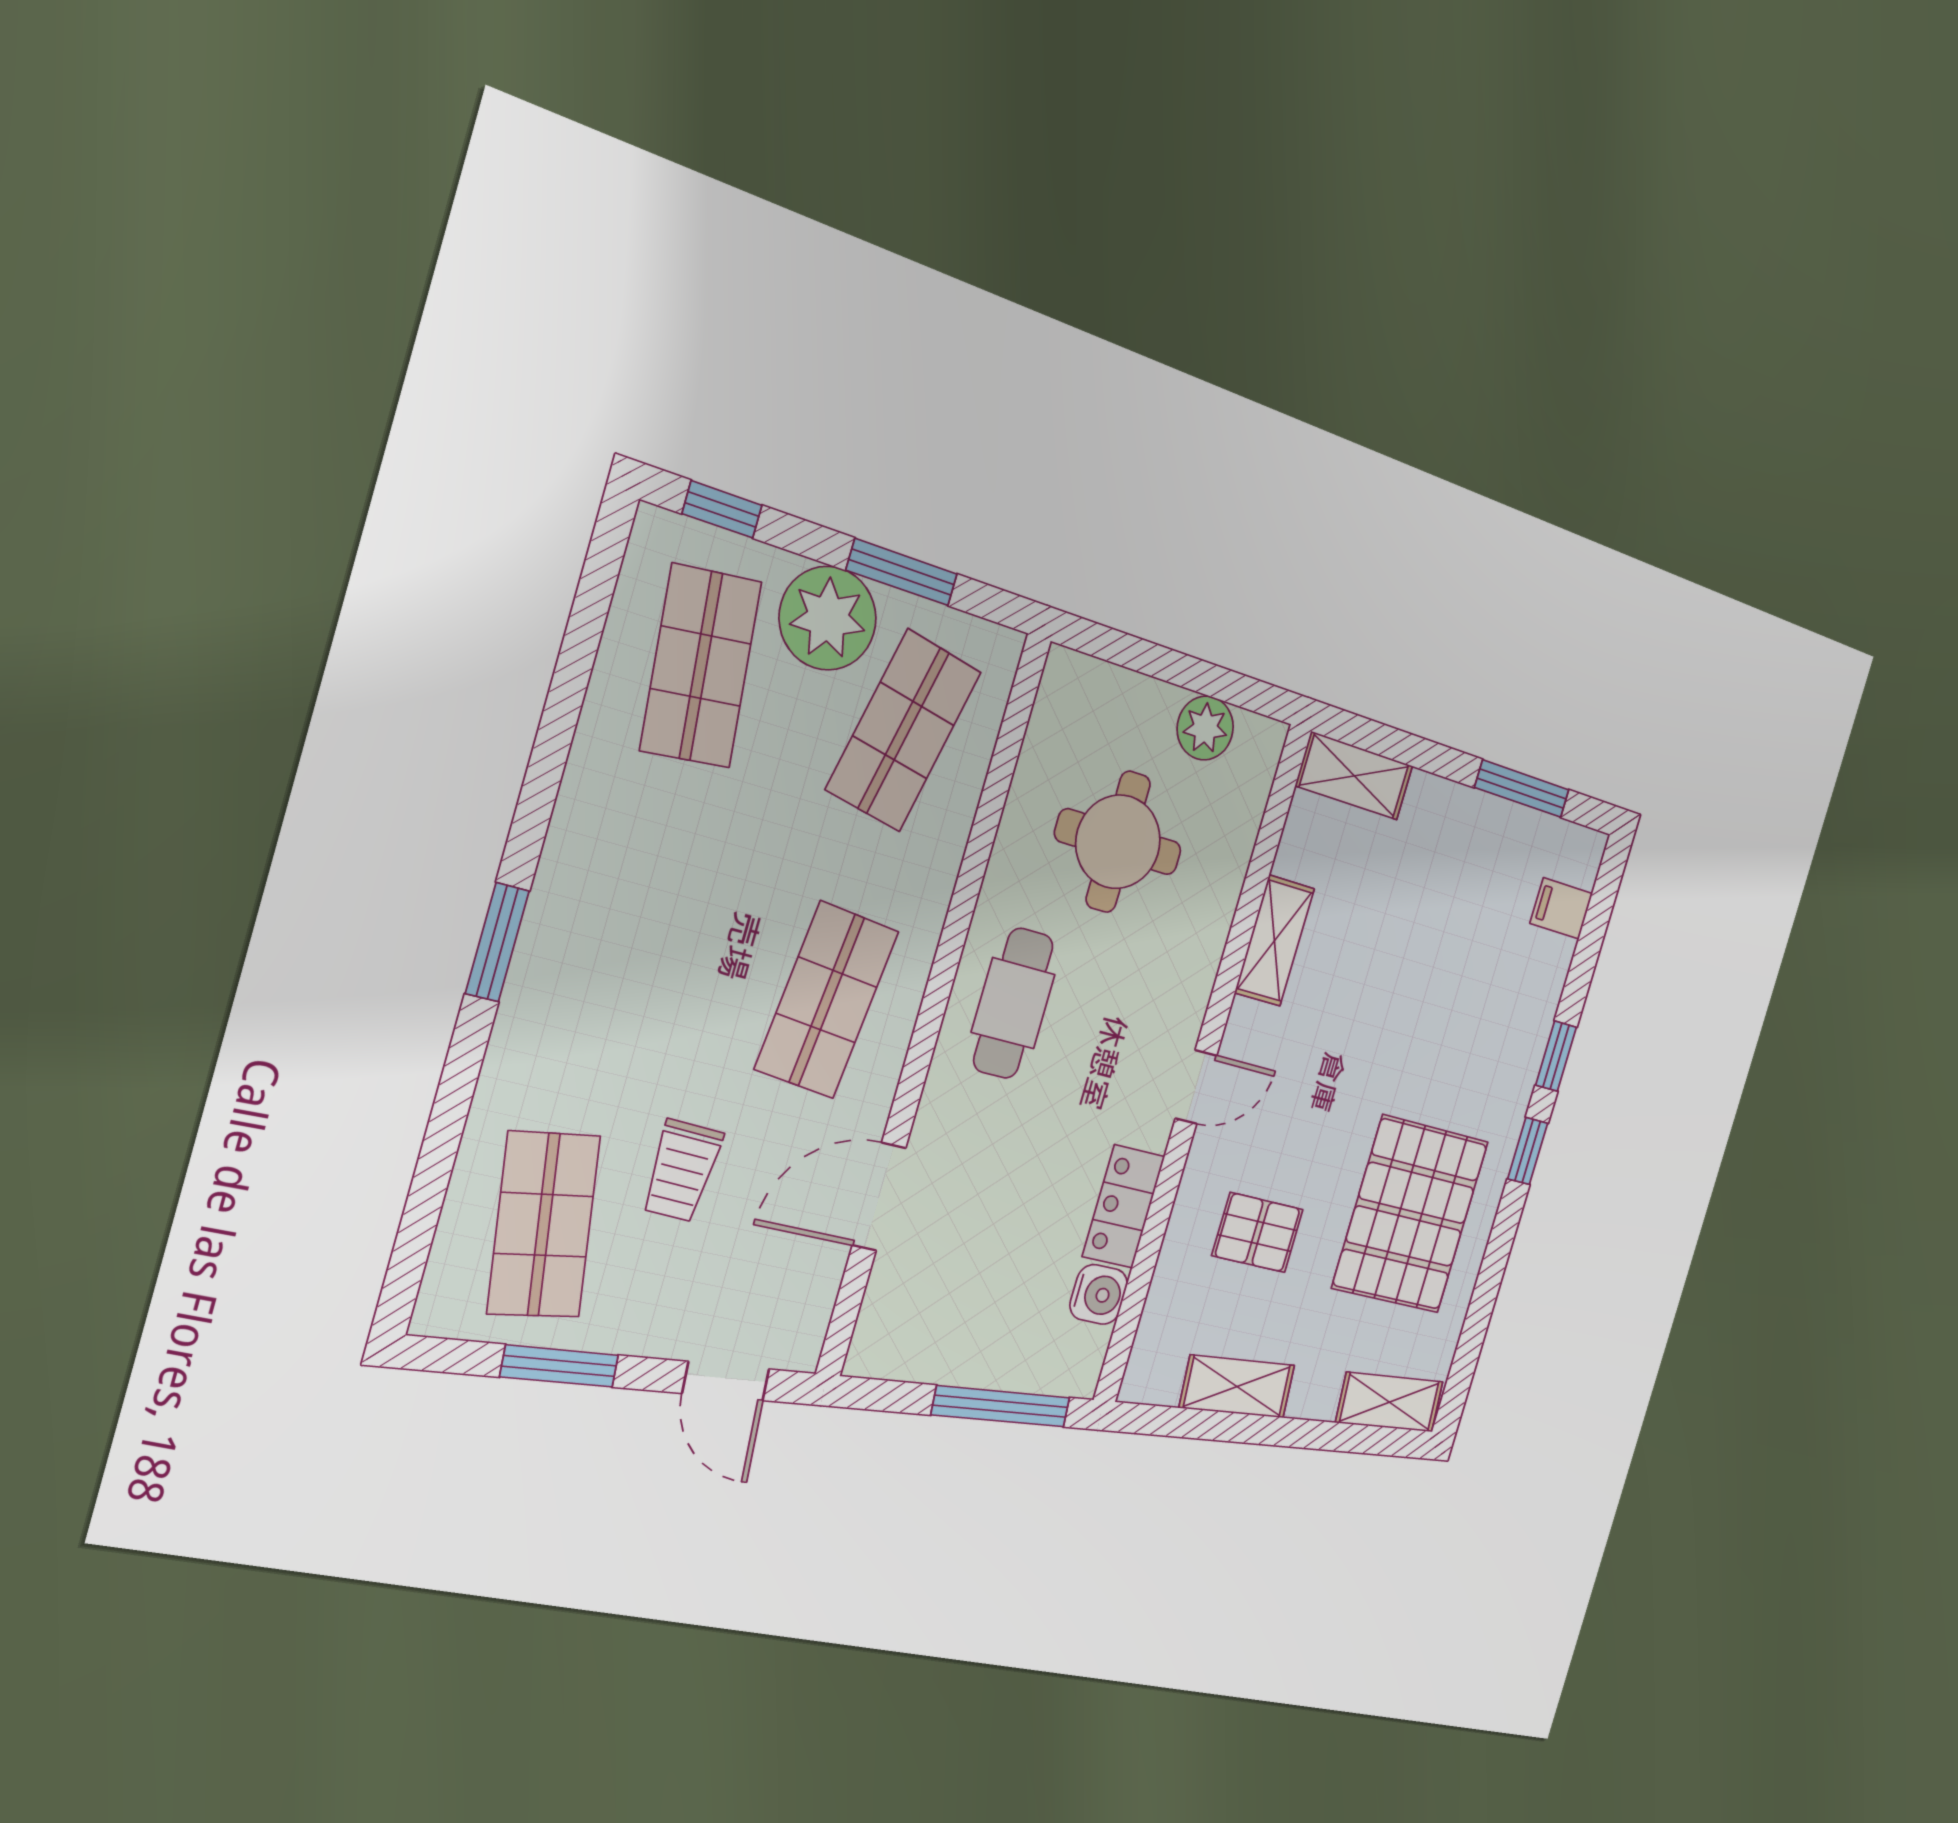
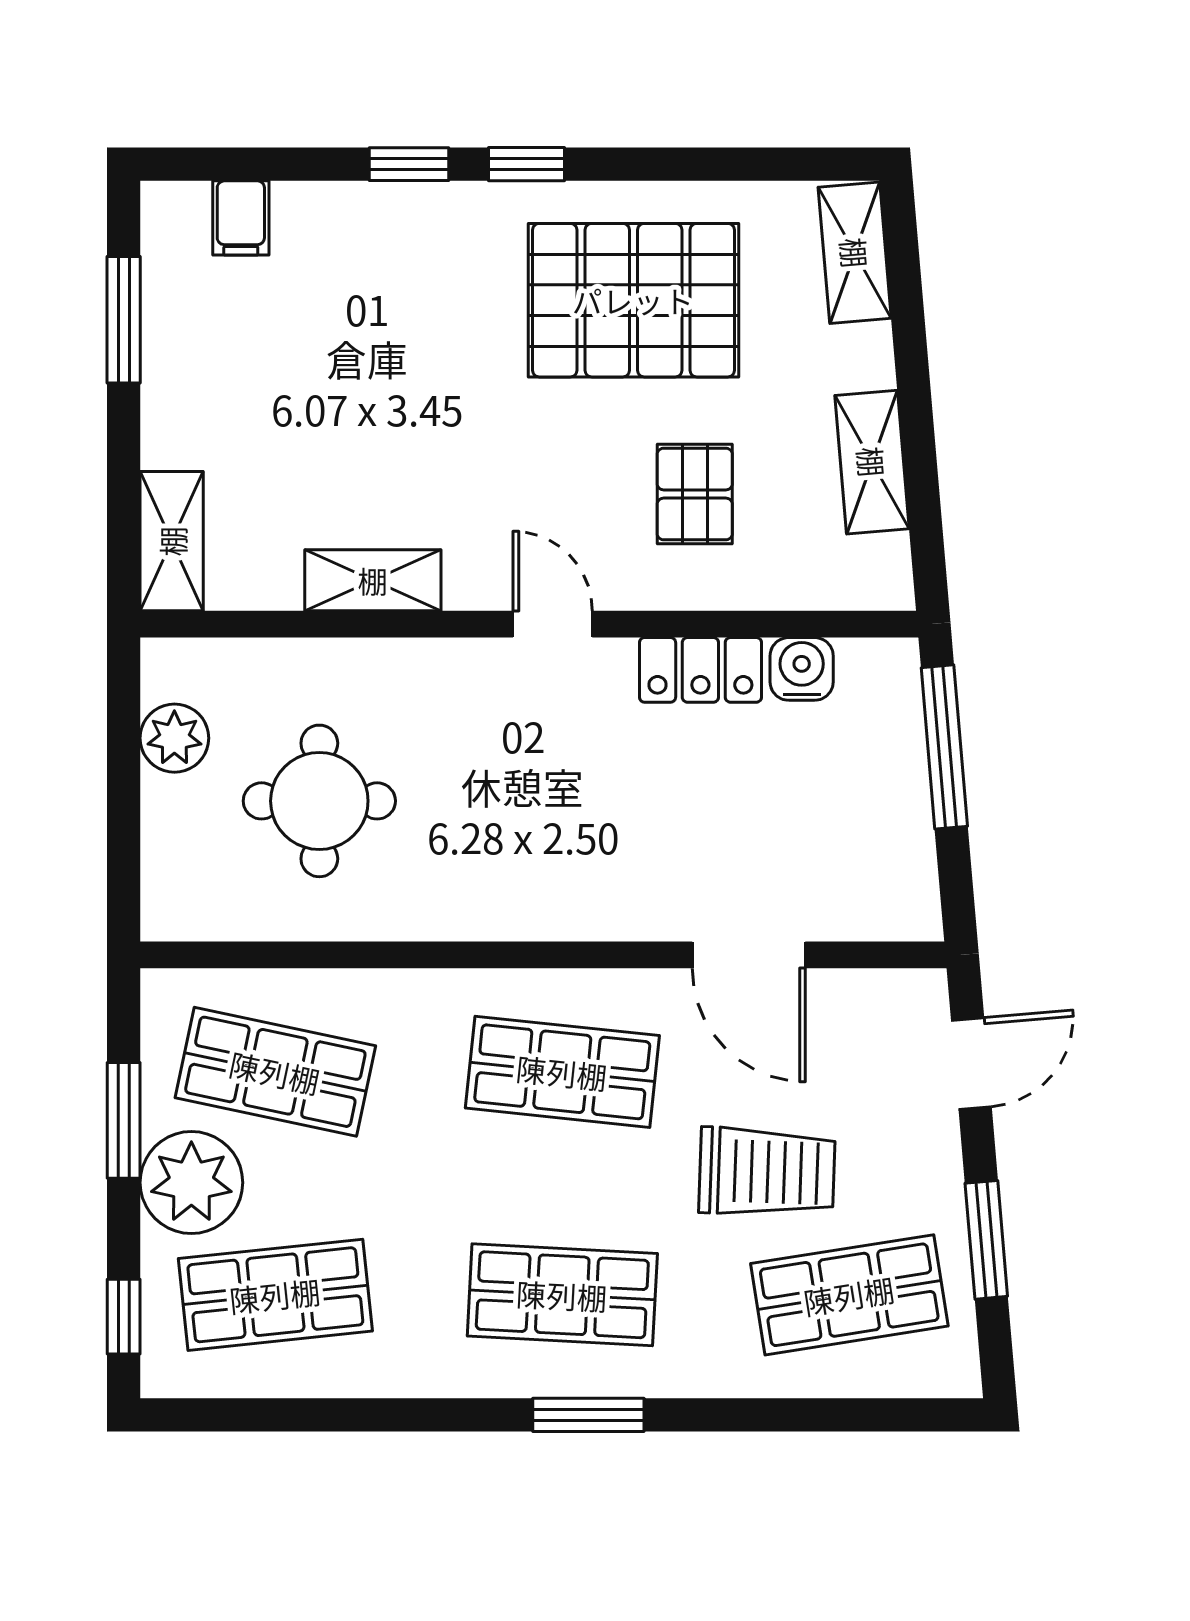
shop shelf: (622, 947) -> (562, 1295), added
cafe table: (1013, 1003) -> (516, 867), removed
trolley: (682, 1171) -> (767, 1172), width x1.36, depth x1.39

